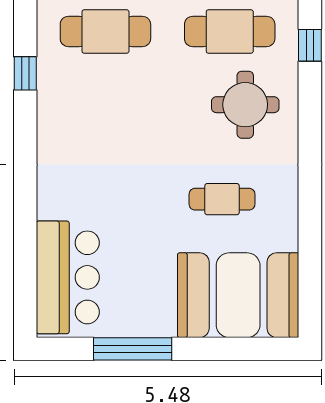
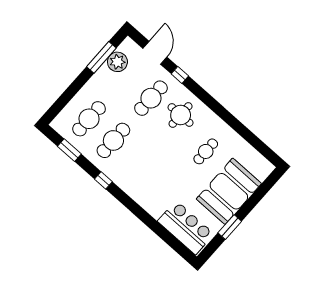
booth: (238, 295) -> (229, 191), moved
window: (133, 349) -> (230, 227), width x0.69

